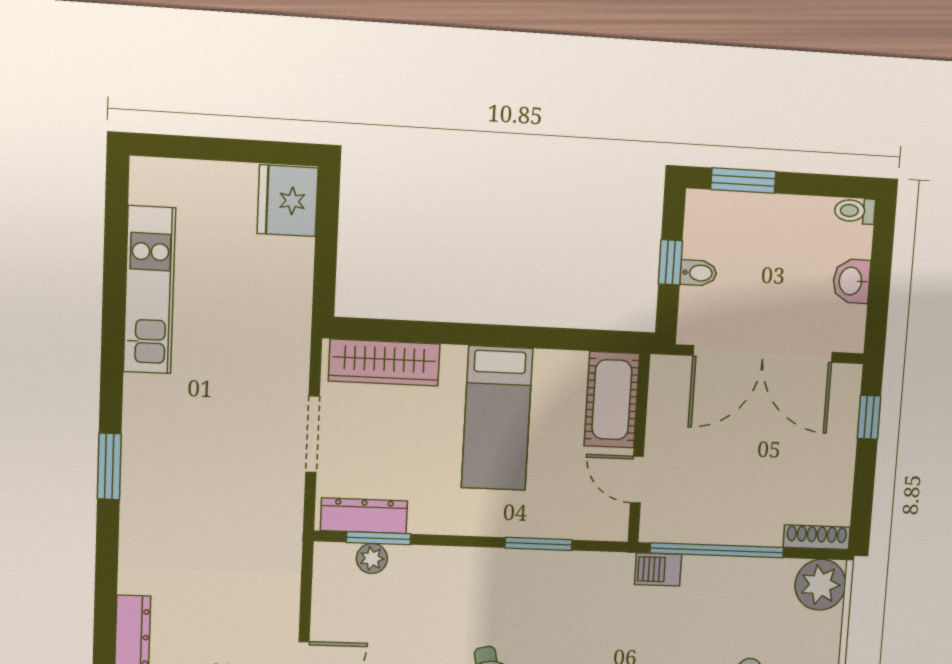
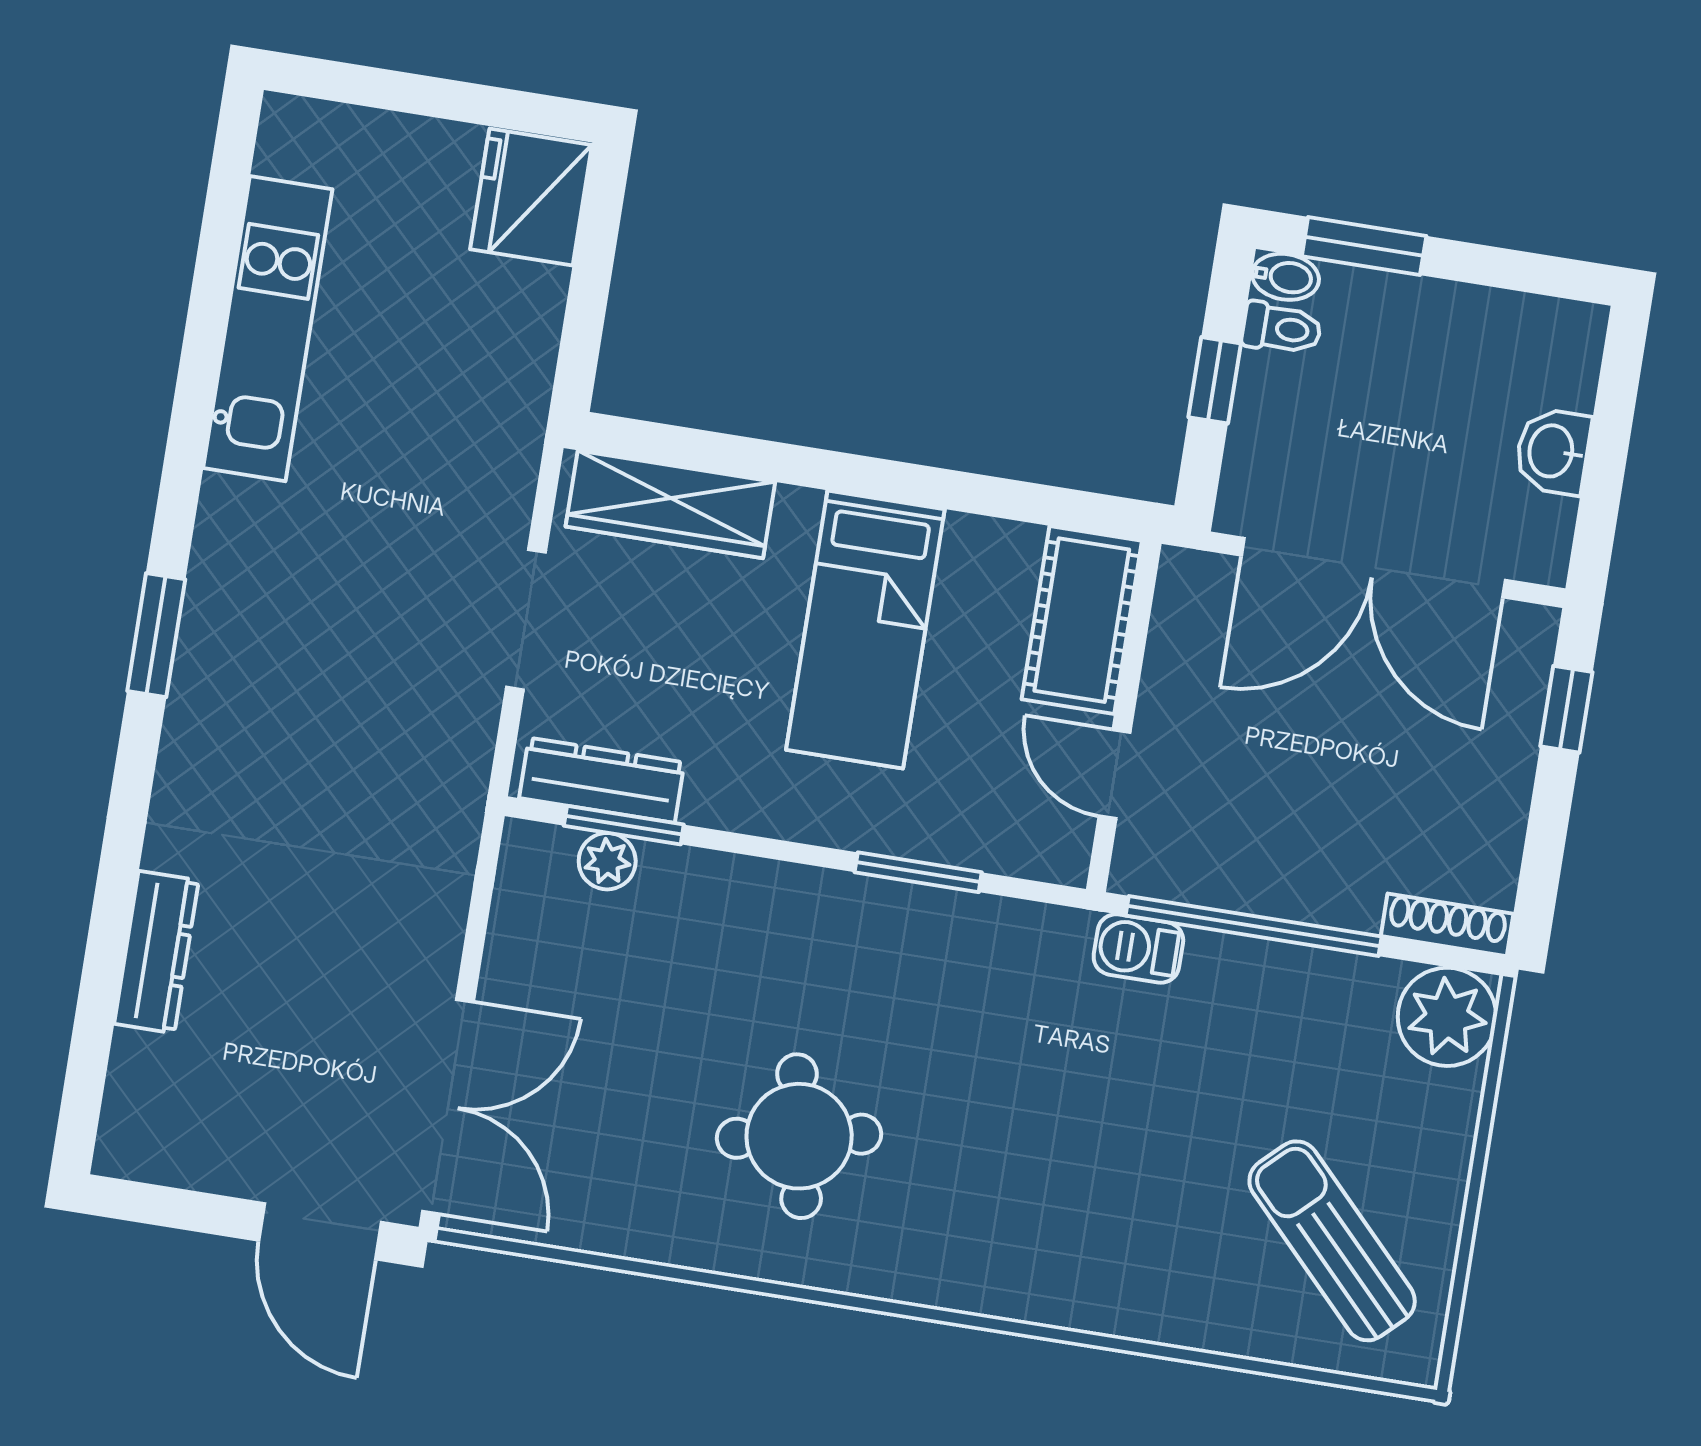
toilet: (855, 211) -> (1282, 328), moved, turned 180
bidet: (698, 273) -> (1285, 277), moved

